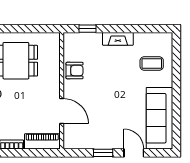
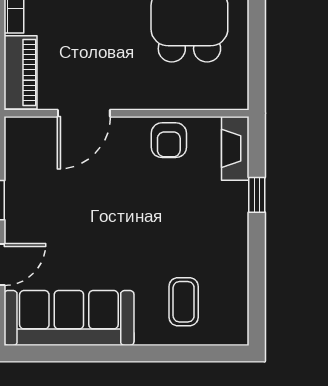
window: (88, 29) -> (257, 195), moved
fireplace: (118, 39) -> (235, 148), moved

